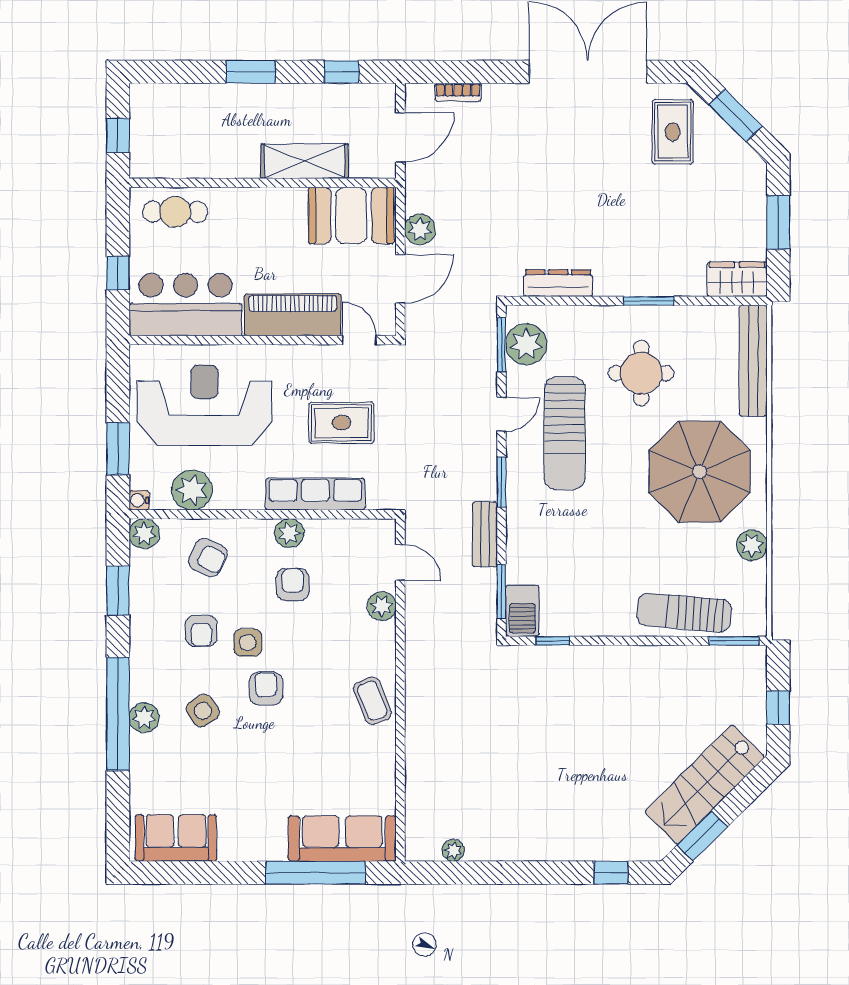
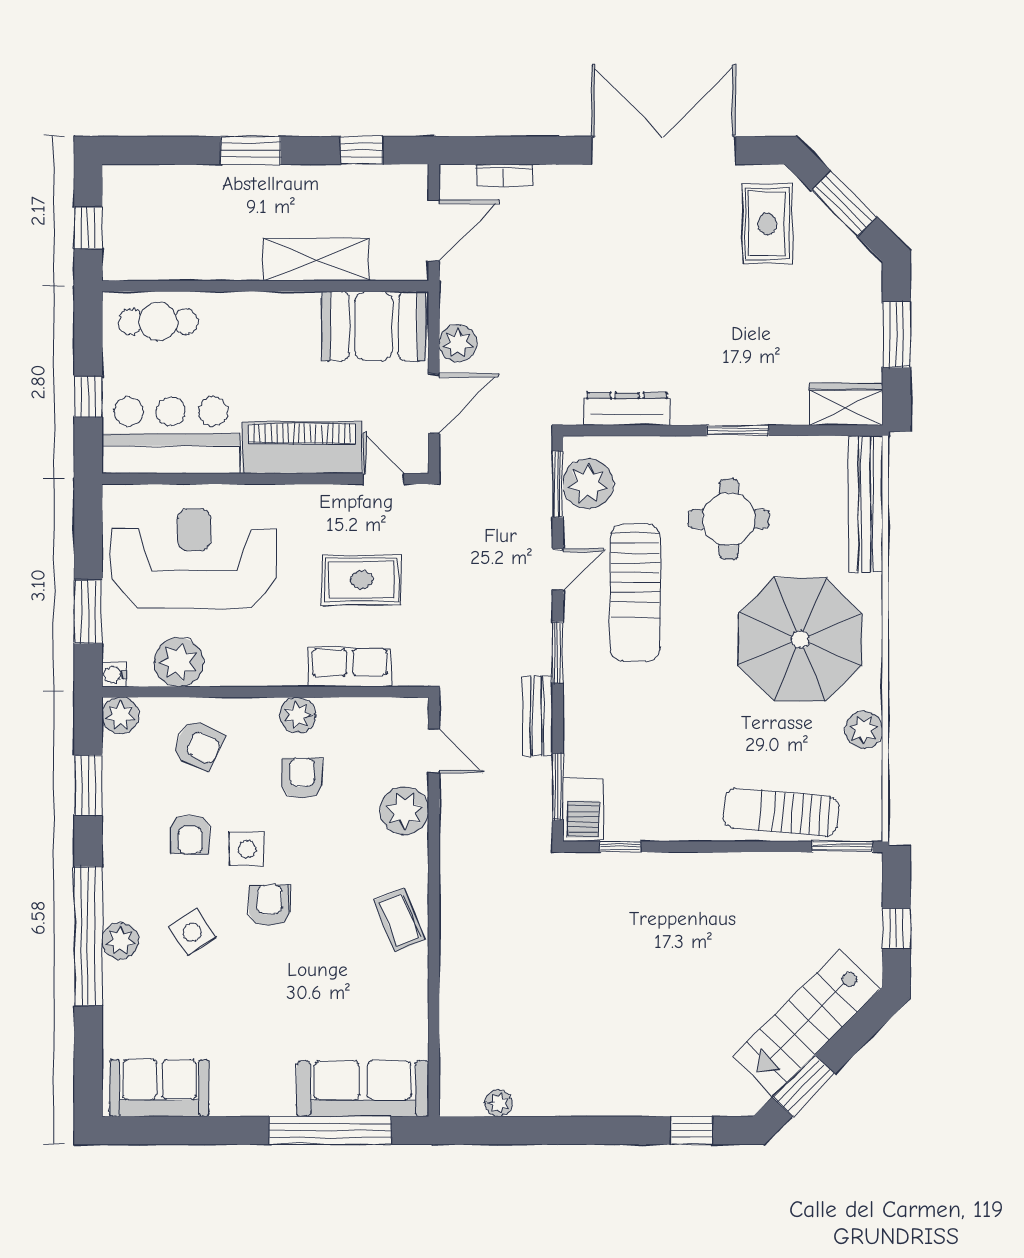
row of seats: (315, 494) -> (349, 667), width x0.68
plant: (382, 606) -> (404, 811), width x1.36, depth x1.36

